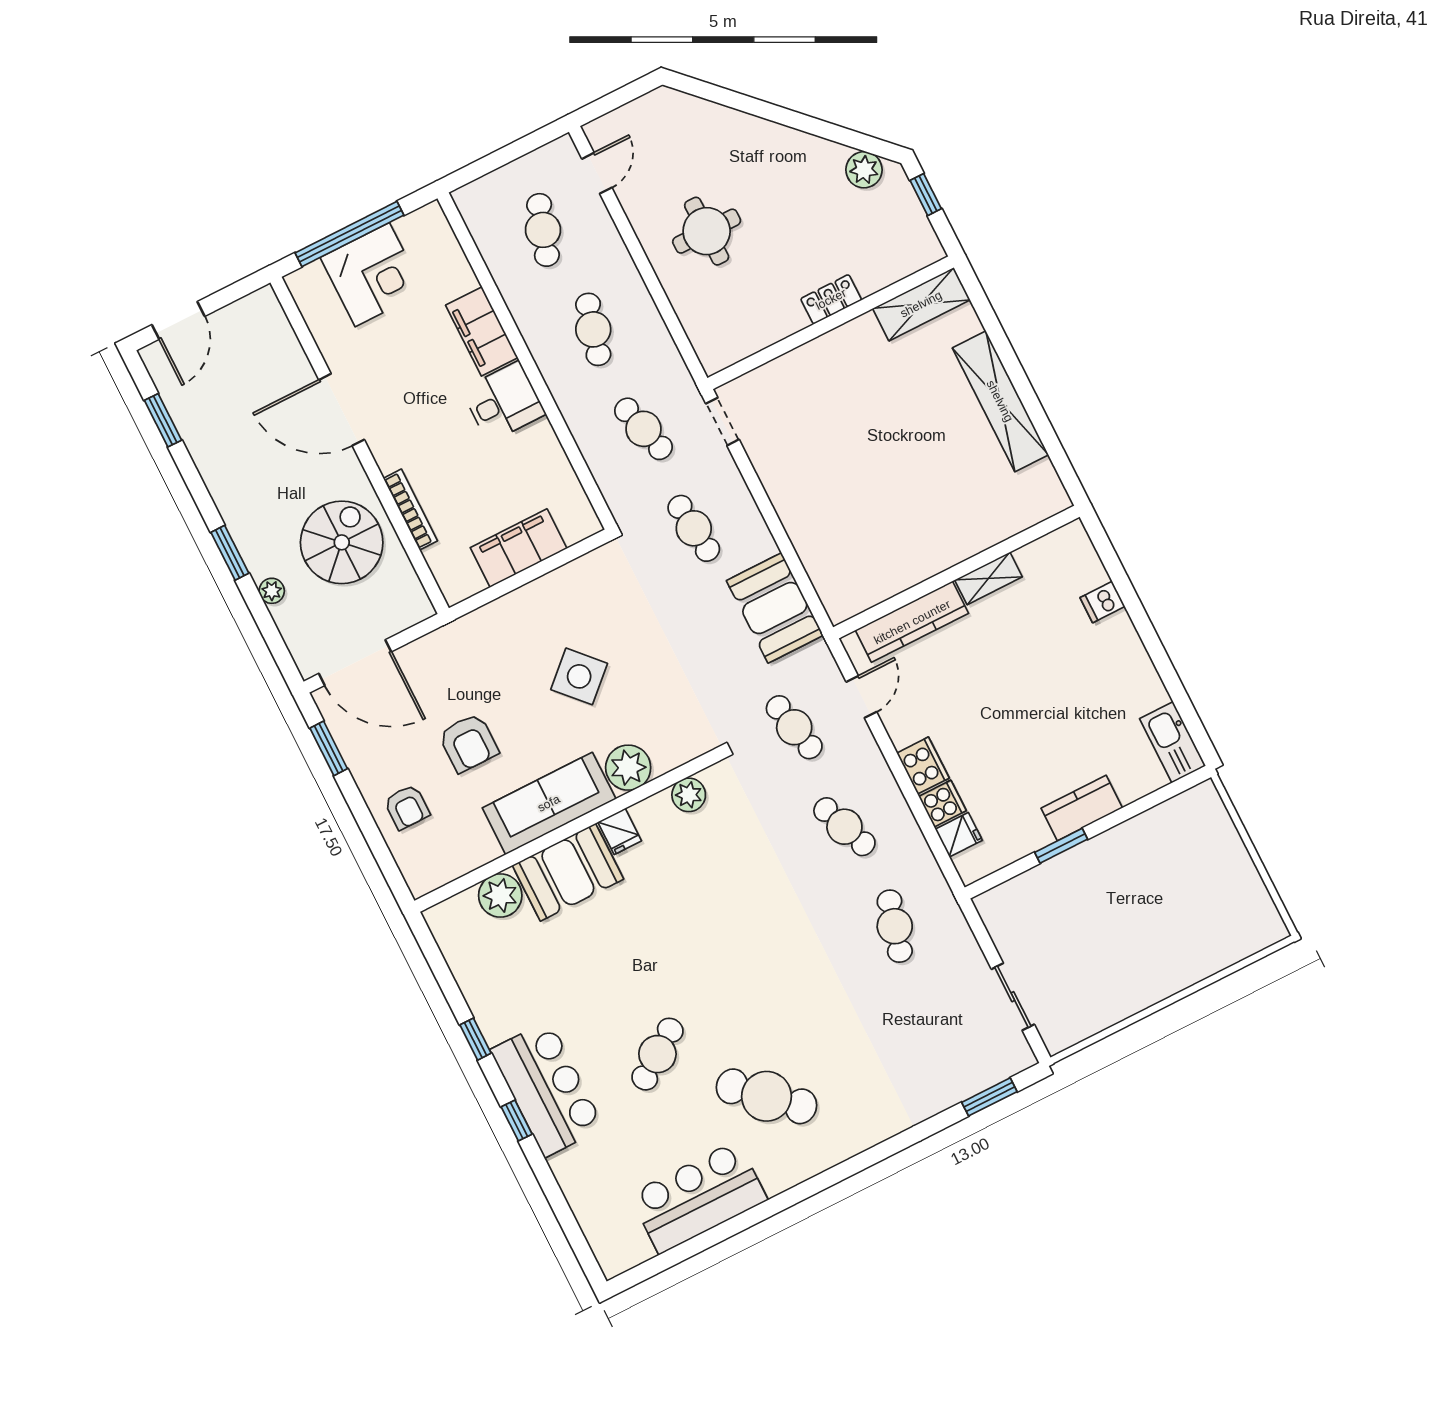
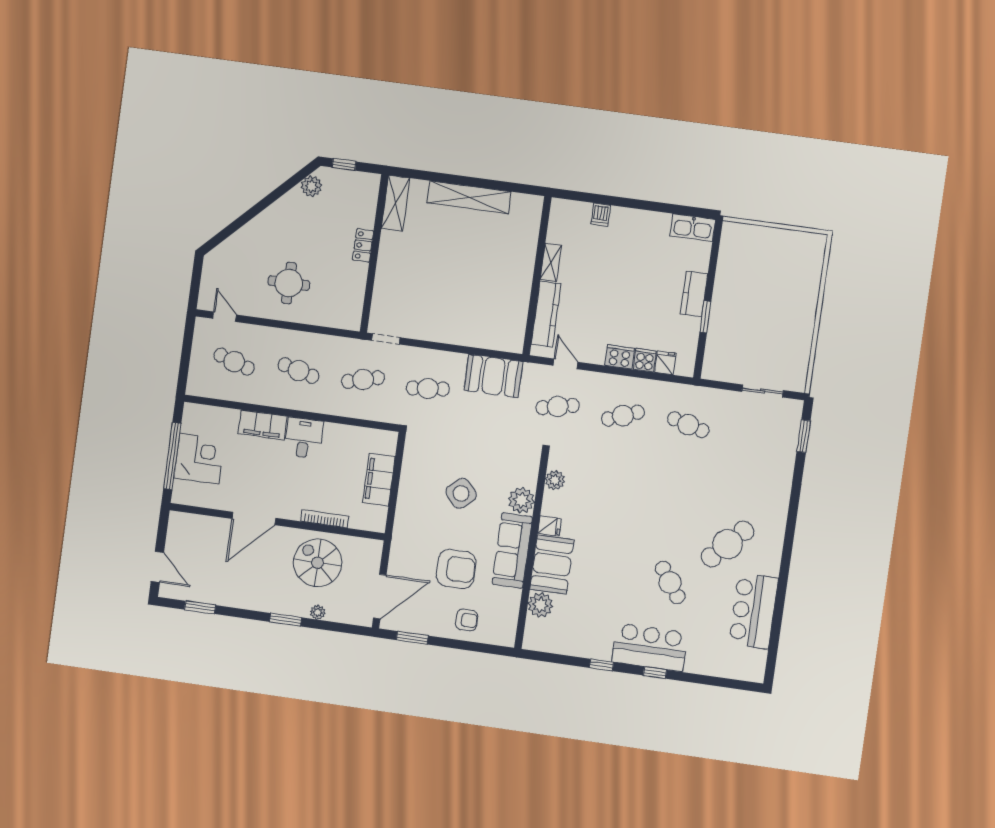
armchair: (468, 743) -> (456, 569), width x1.36, depth x1.36

